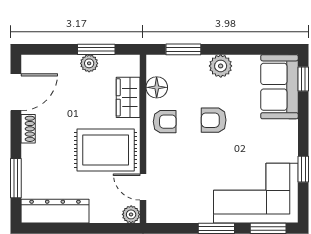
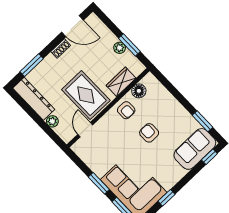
window: (183, 49) -> (202, 121), moved
plant: (221, 66) -> (178, 111), removed
plant: (131, 214) -> (52, 121), moved

